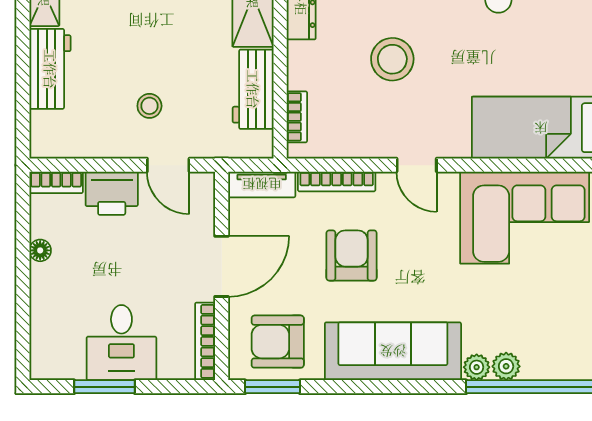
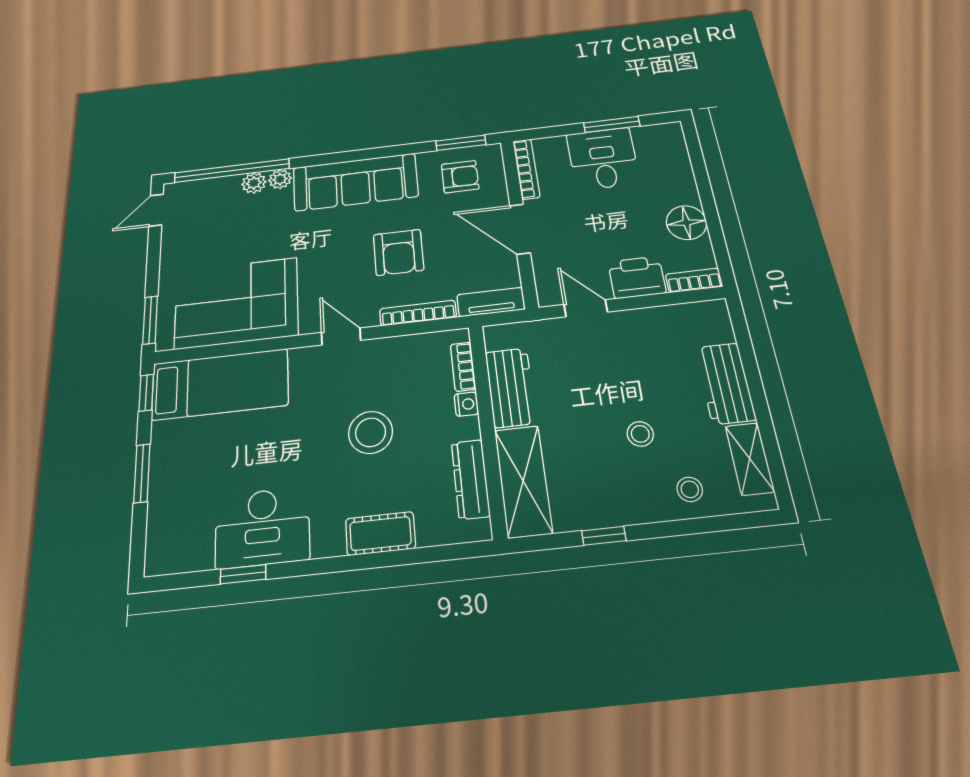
nightstand: (298, 77) -> (466, 404), added
stool: (149, 106) -> (640, 434), moved
floor lamp: (40, 250) -> (686, 223), width x1.89, depth x1.89
door: (222, 266) -> (520, 229), hinge flipped
armchair: (278, 342) -> (460, 177), width x0.72, depth x0.72

